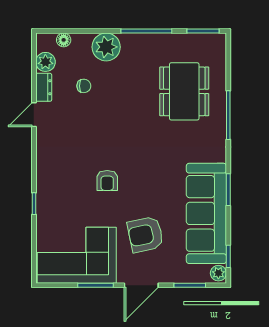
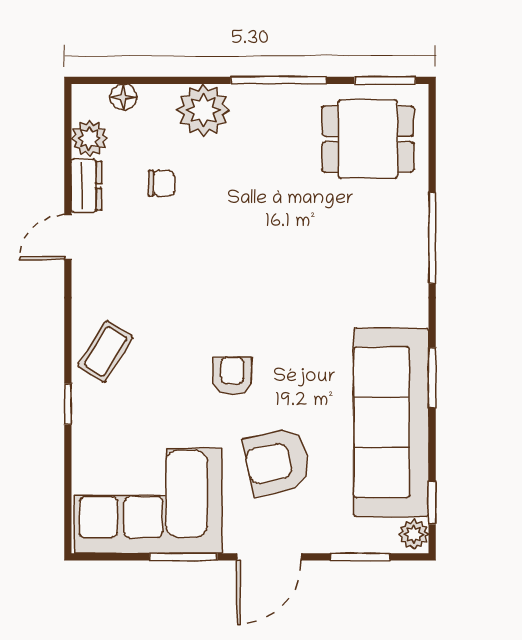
dining table: (184, 91) -> (368, 139), moved, width x0.73
coffee table: (54, 176) -> (105, 351), added
armchair: (107, 180) -> (232, 376), moved, turned 180

